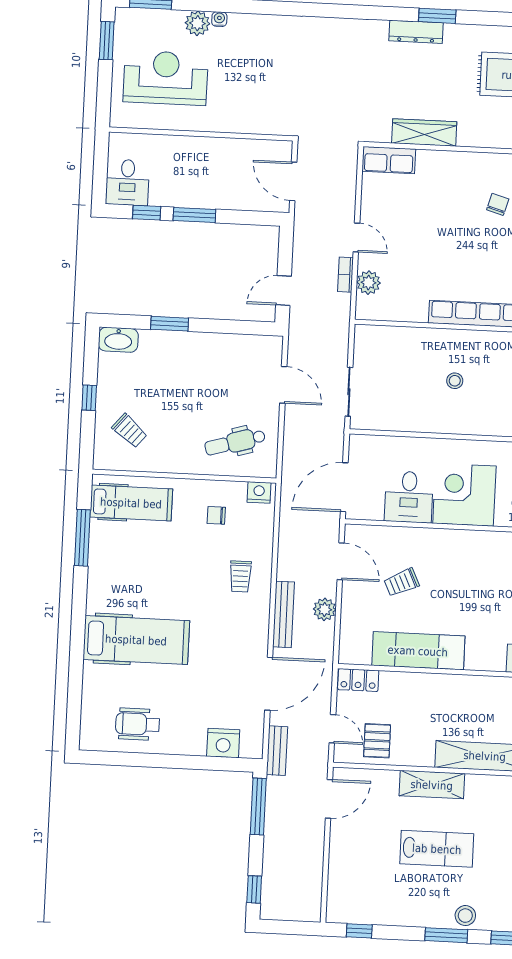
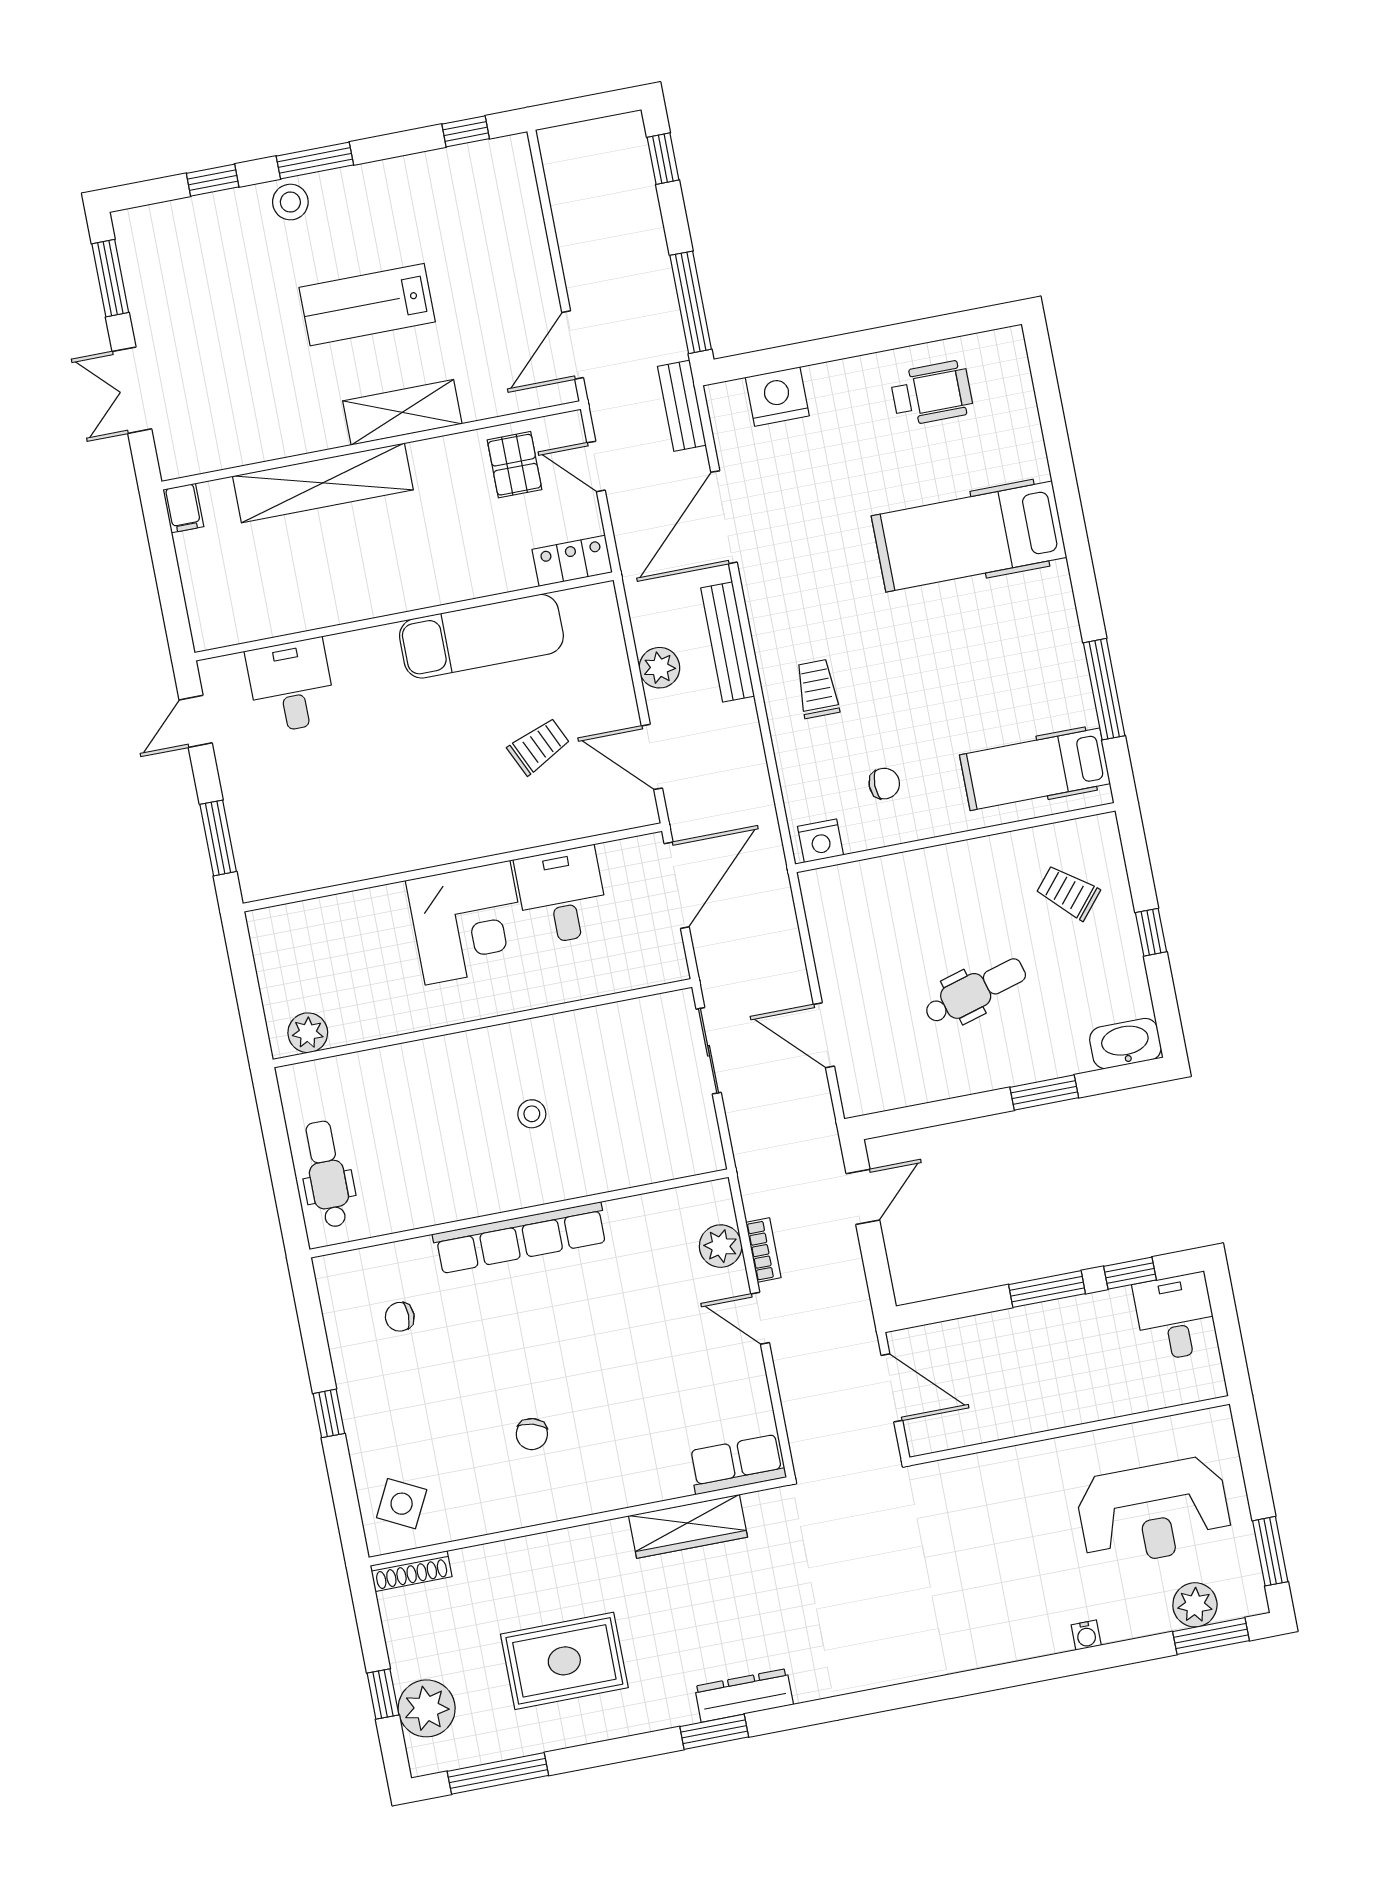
plant: (197, 23) -> (1195, 1605), moved
dental chair: (235, 442) -> (975, 991), moved

